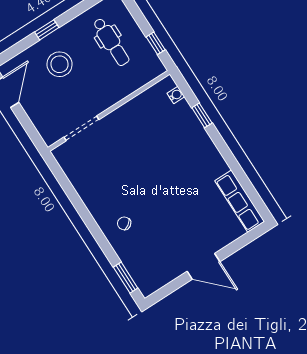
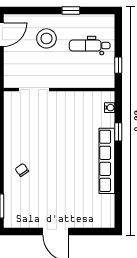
window: (47, 30) -> (71, 11), moved
dental chair: (111, 42) -> (90, 46), turned 90
row of seats: (240, 201) -> (107, 161), moved, width x1.36

